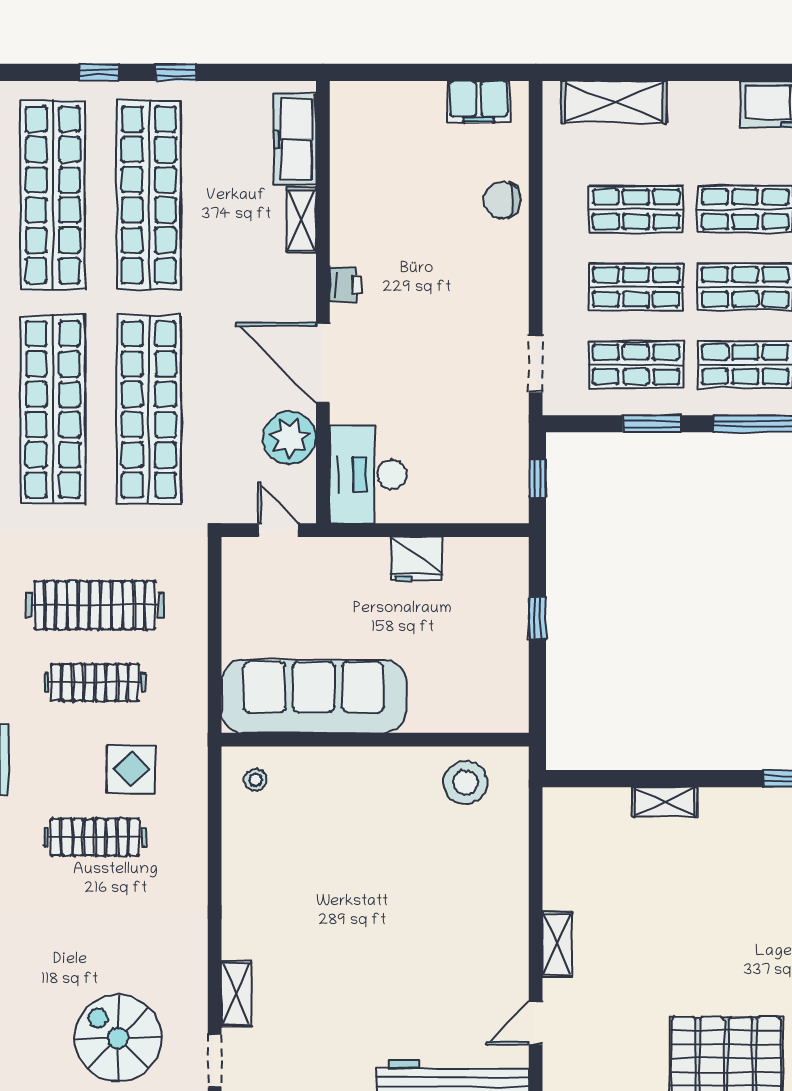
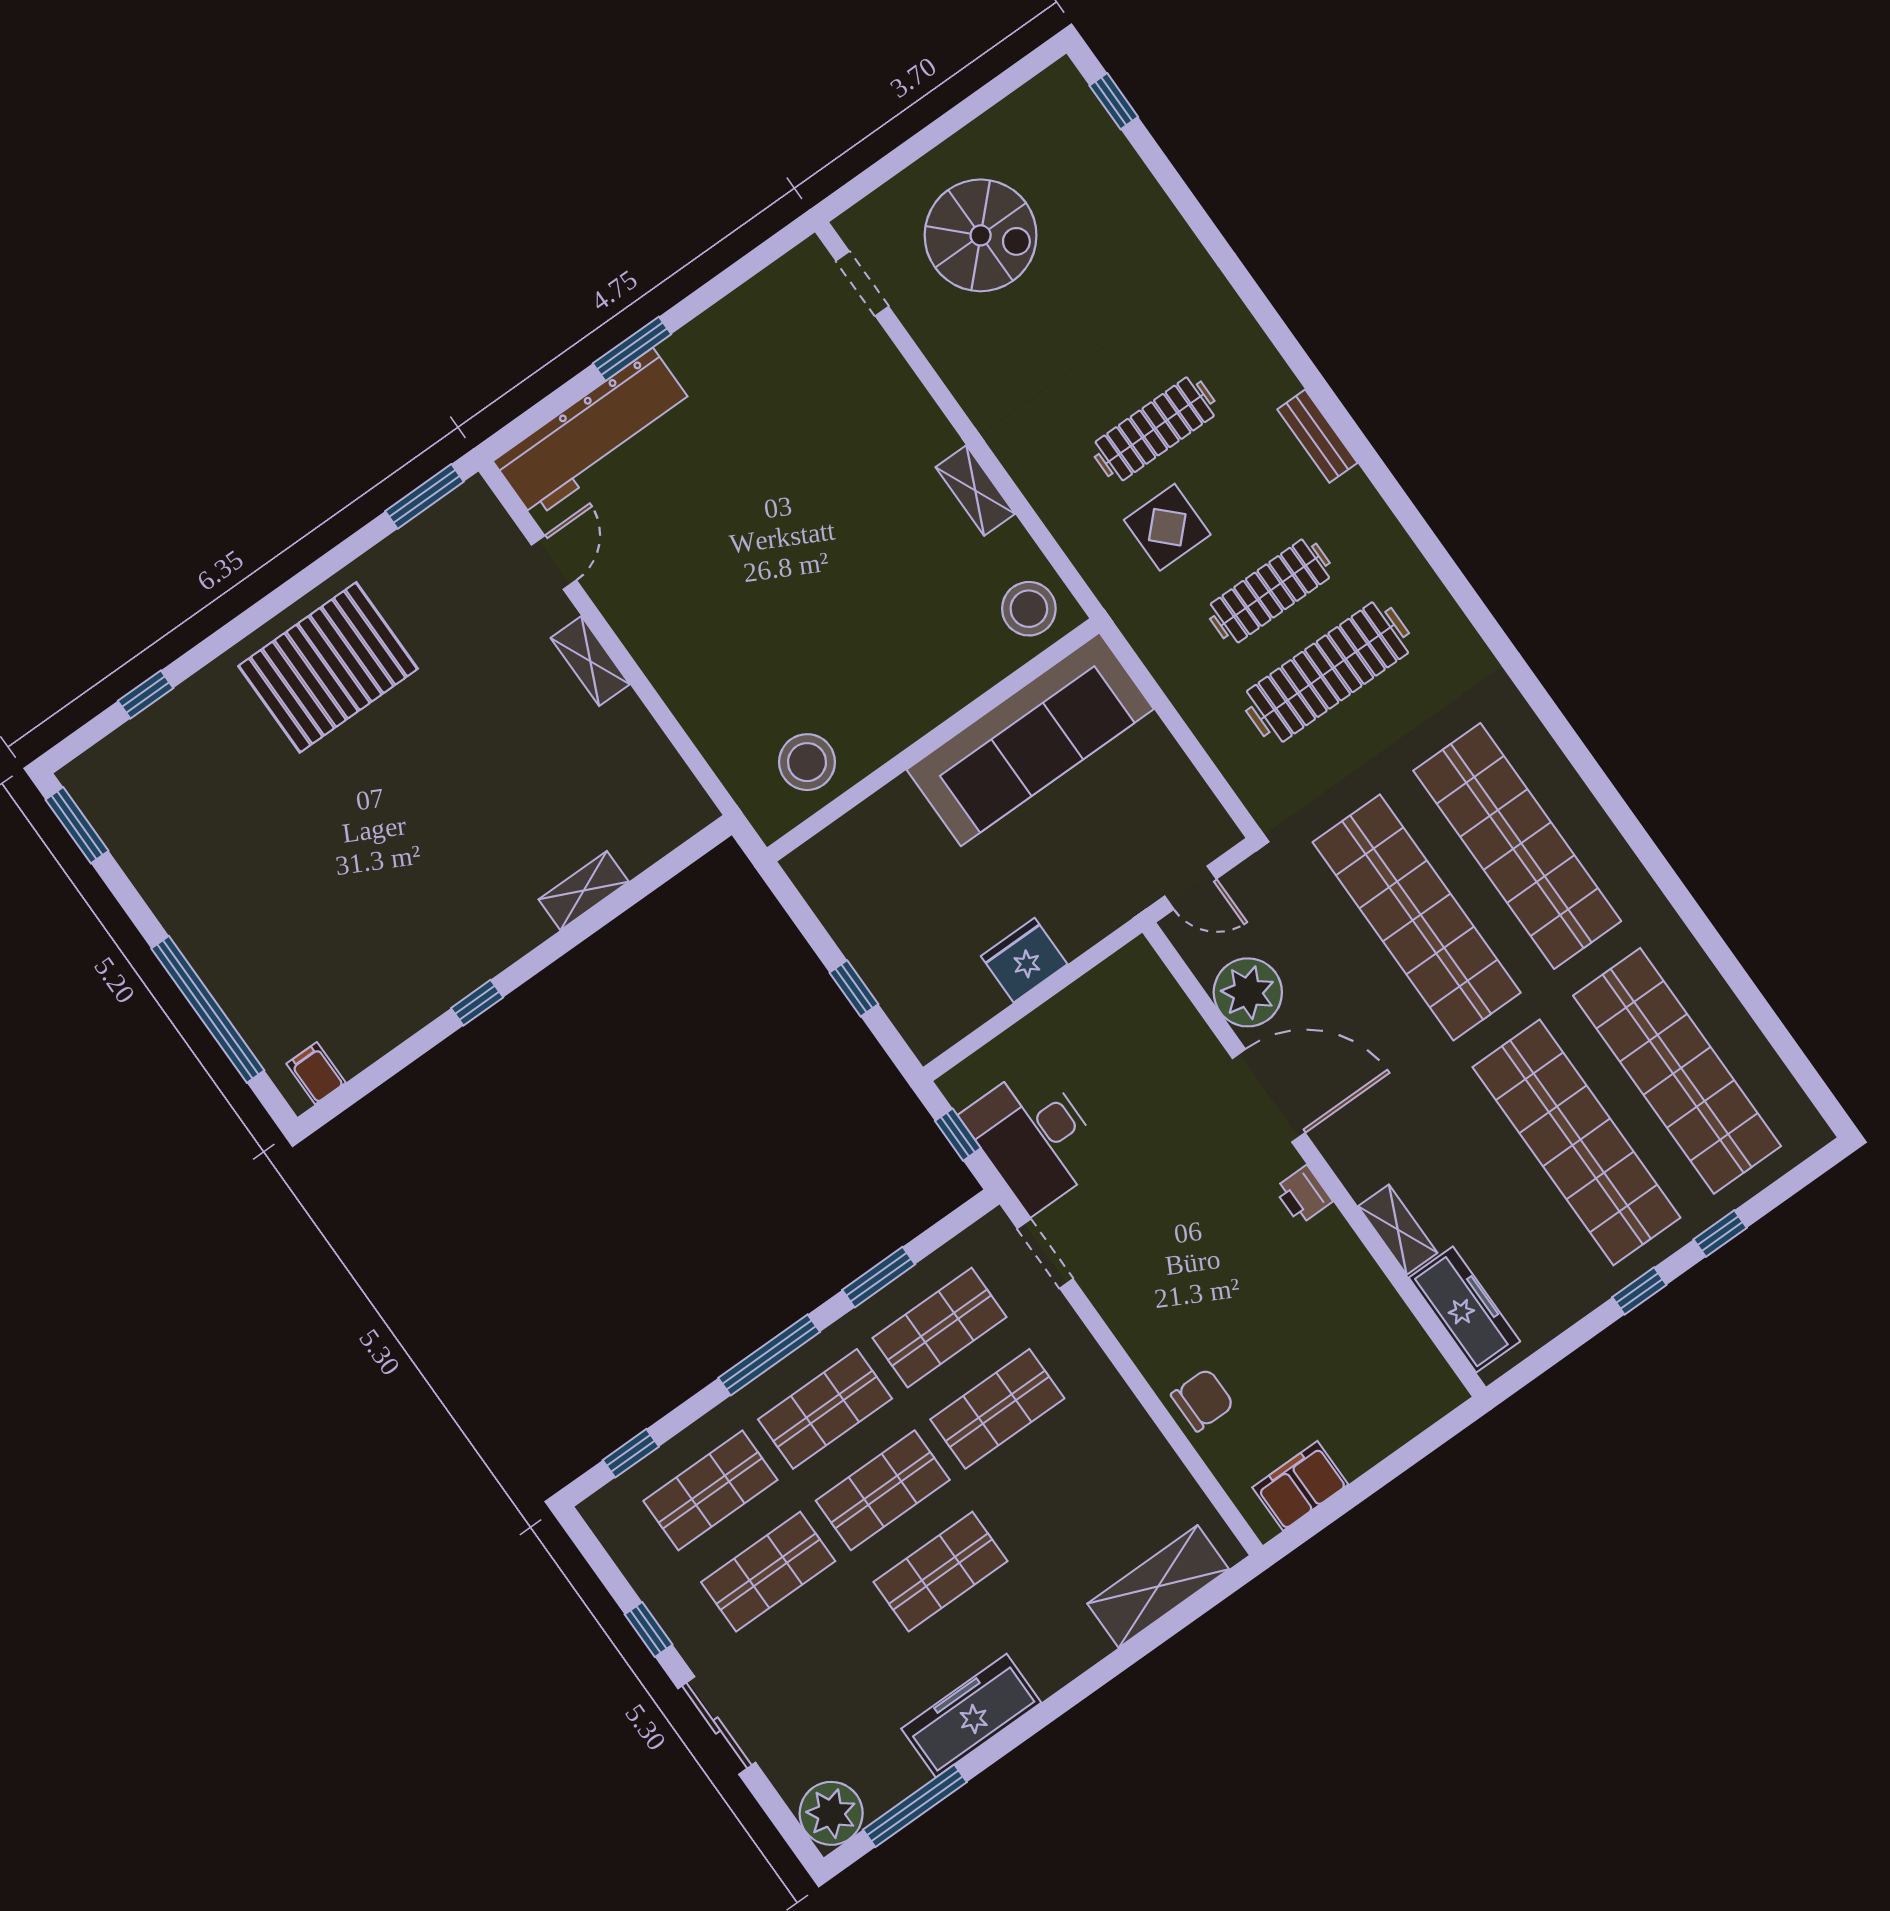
shop shelf: (636, 209) -> (1055, 1490), removed
desk: (368, 474) -> (1034, 1138), moved, turned 180
stool: (256, 780) -> (1029, 609), width x1.89, depth x1.89
shelving: (236, 994) -> (975, 490), moved

